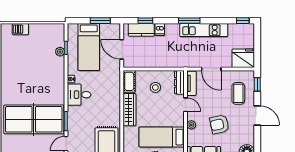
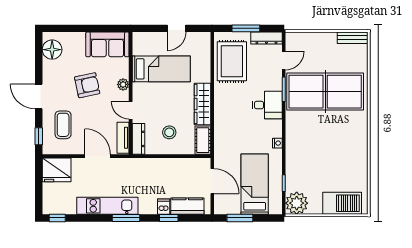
window: (145, 21) -> (169, 218), moved
barbecue: (20, 29) -> (342, 203), width x1.88, depth x1.53
plant: (60, 52) -> (297, 203), moved, width x1.87, depth x1.87
desk: (79, 95) -> (267, 105), moved

